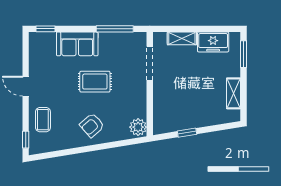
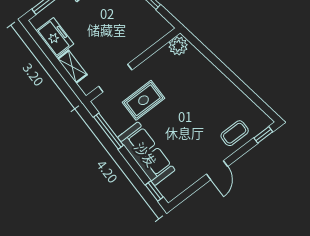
sofa: (77, 44) -> (146, 154), width x1.36
rug: (95, 82) -> (143, 100), moved, turned 90
armchair: (92, 125) -> (207, 87), removed

